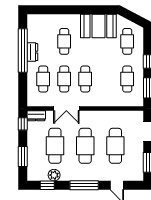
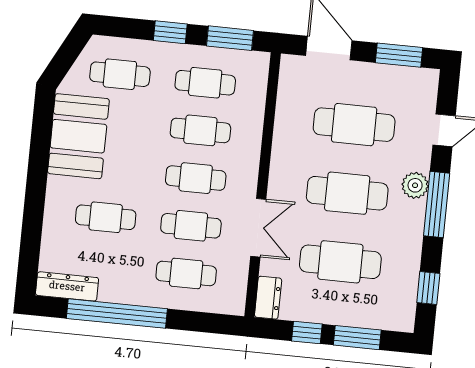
dresser: (32, 52) -> (67, 286), moved, width x1.44
cafe table: (106, 79) -> (200, 130), added
window: (23, 124) -> (307, 333), moved
plant: (54, 175) -> (415, 185), moved

